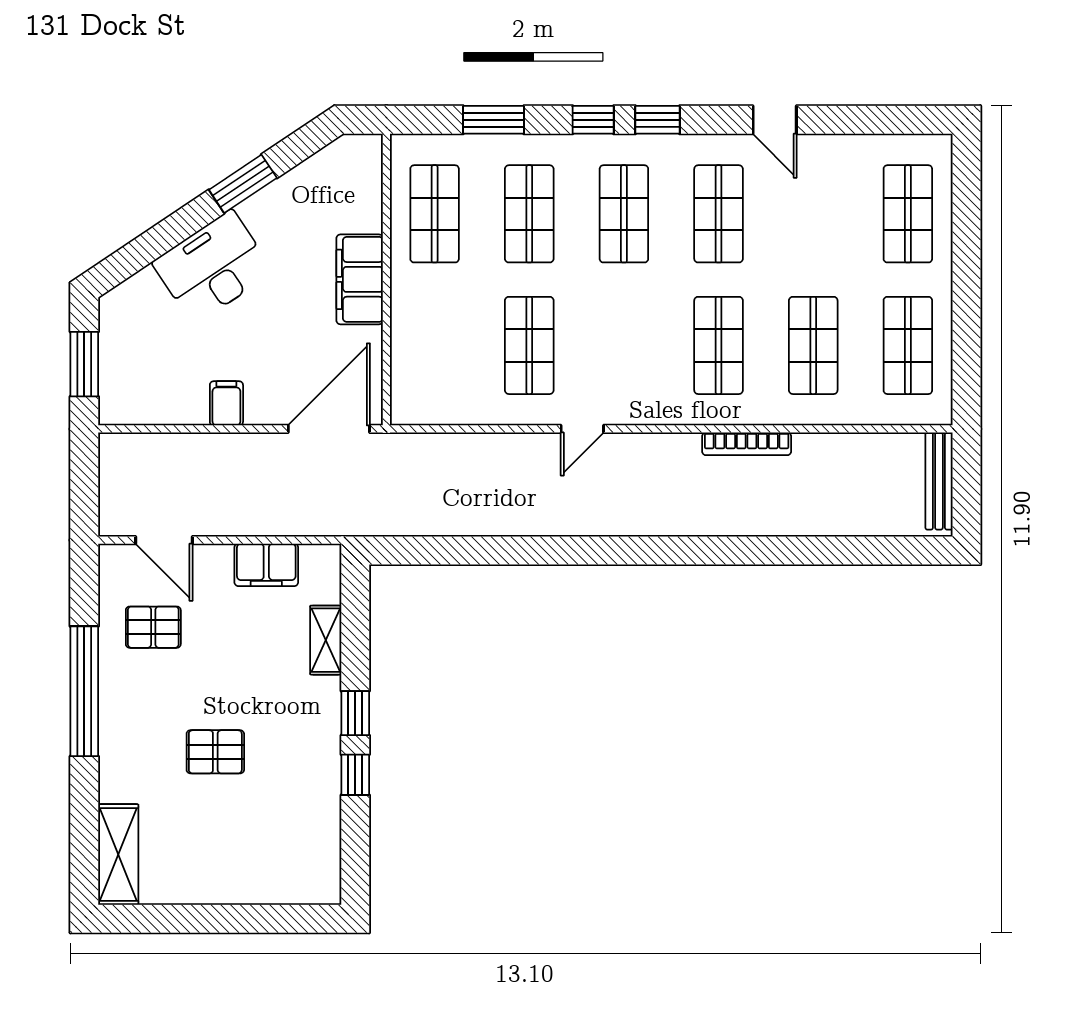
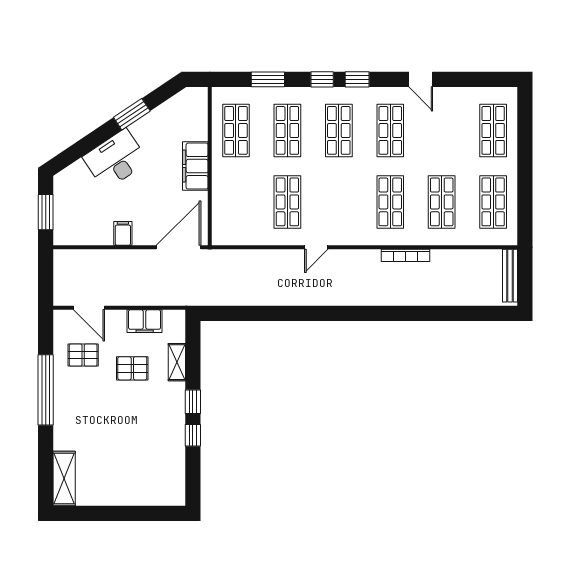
pallet: (215, 752) -> (132, 368), moved

